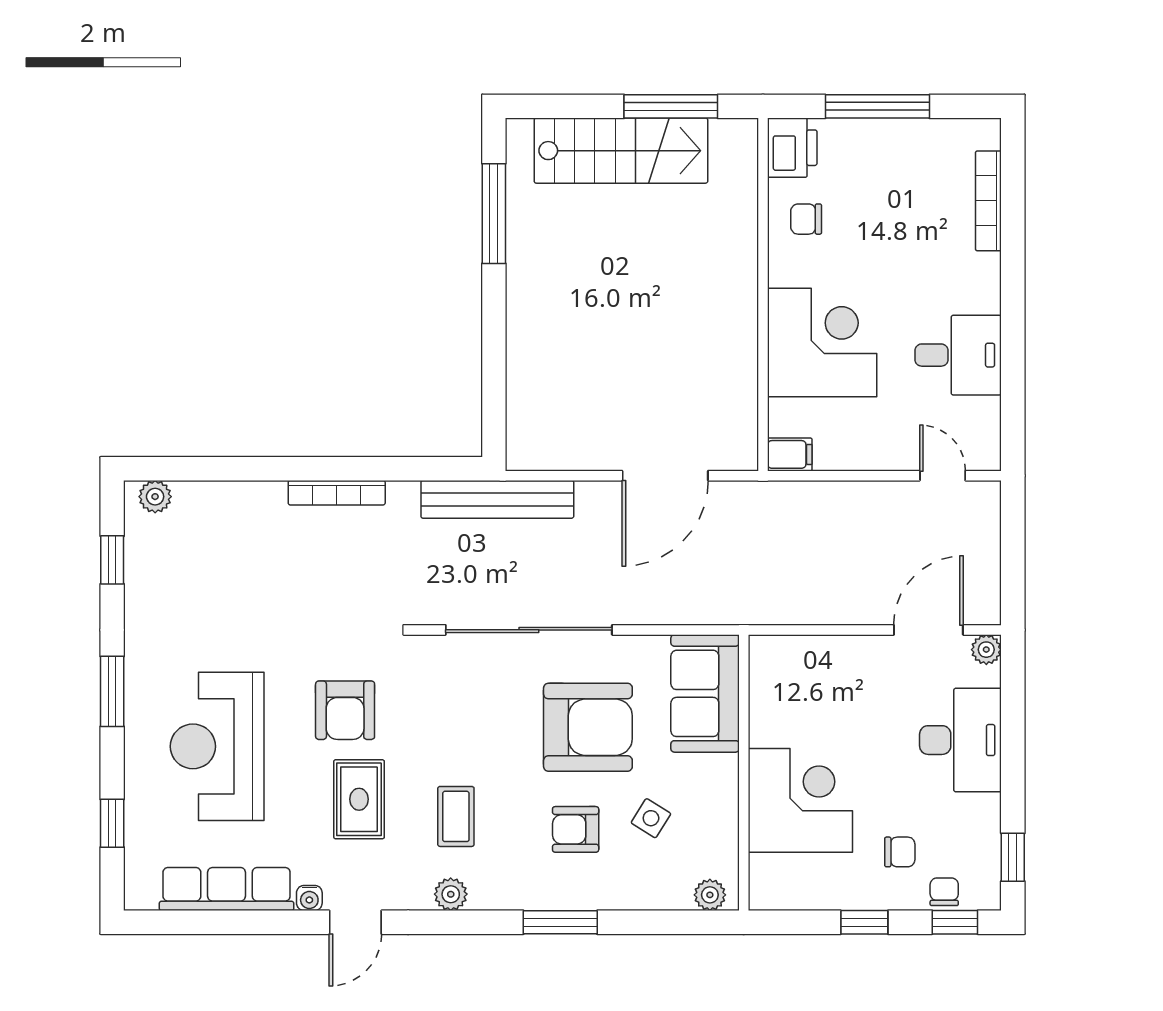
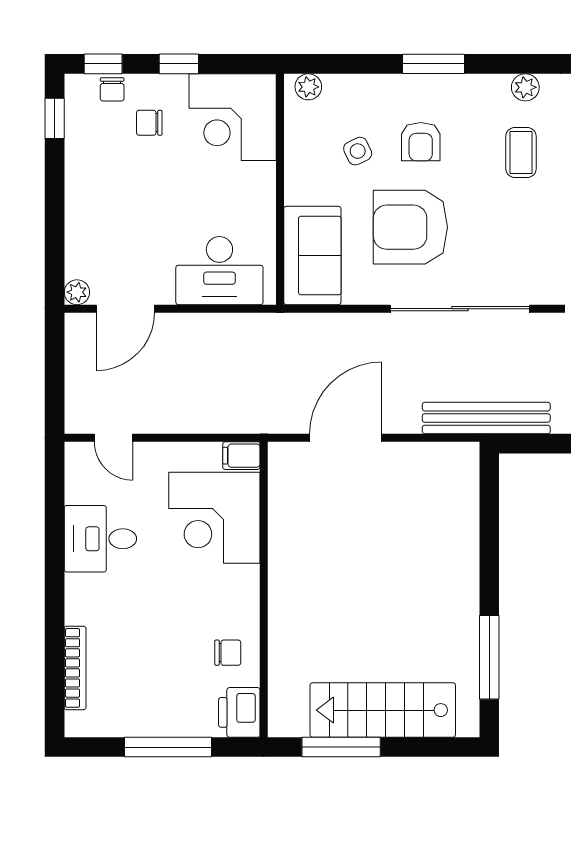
corner desk: (822, 342) -> (214, 518), moved
desk: (960, 740) -> (219, 271), moved, turned -90
corner desk: (800, 800) -> (233, 117), moved
side table: (651, 818) -> (358, 151), turned 33
armchair: (576, 829) -> (421, 142), turned 90

